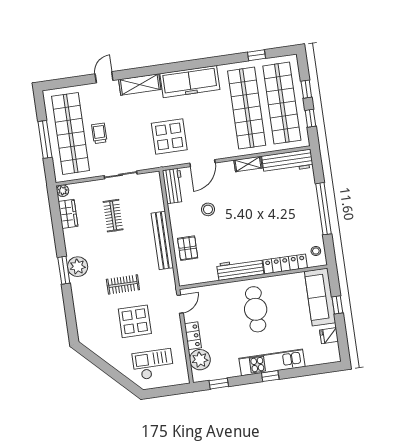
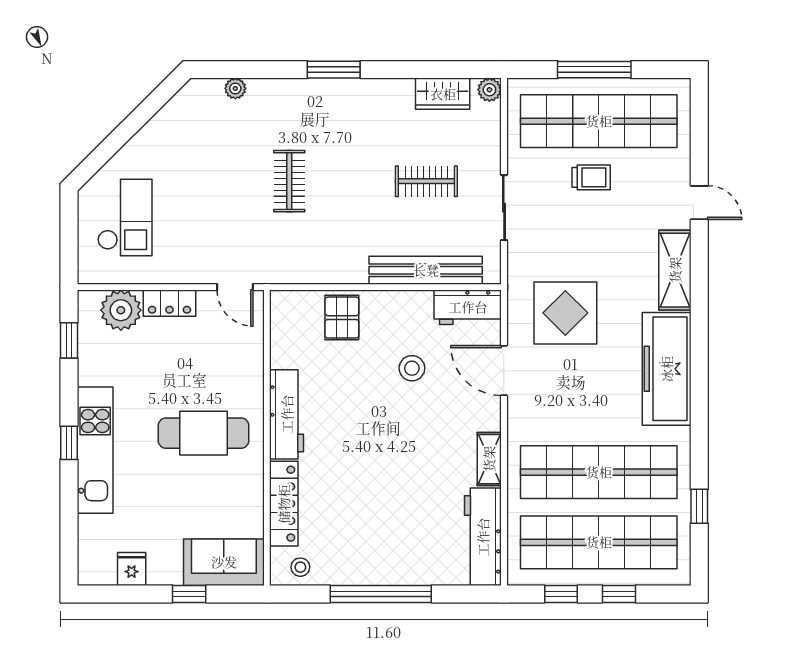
bench: (162, 240) -> (426, 270), moved
pallet: (188, 248) -> (342, 318), turned 90
plant: (78, 267) -> (235, 88), moved, width x0.53, depth x0.53
sofa: (320, 297) -> (224, 562), width x0.73
display table: (135, 321) -> (214, 194), removed

